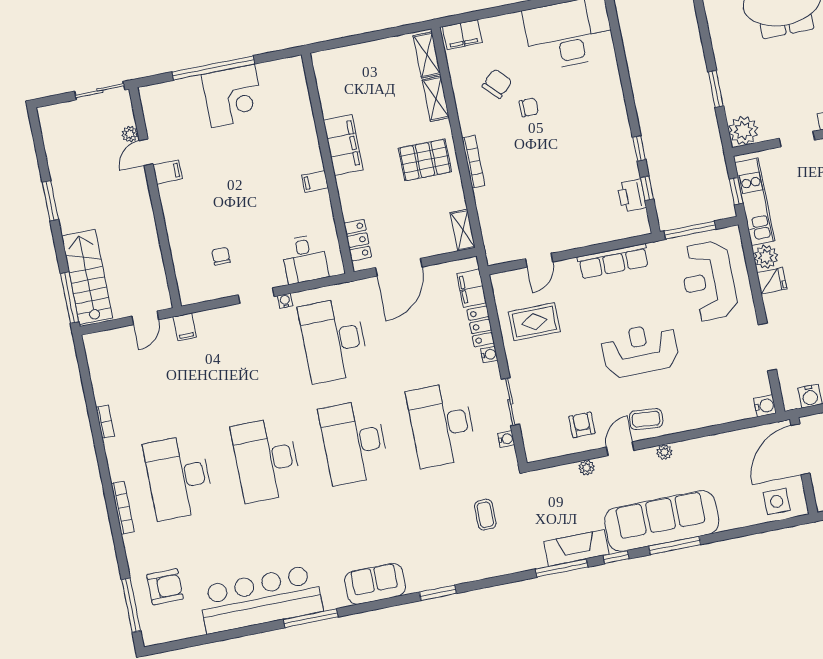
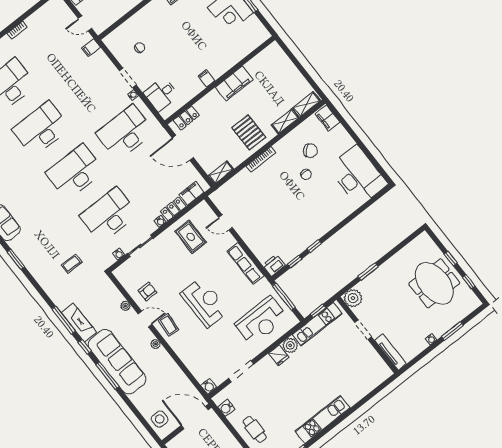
printer: (632, 195) -> (274, 265), moved
reception desk: (709, 281) -> (261, 321), turned 180

